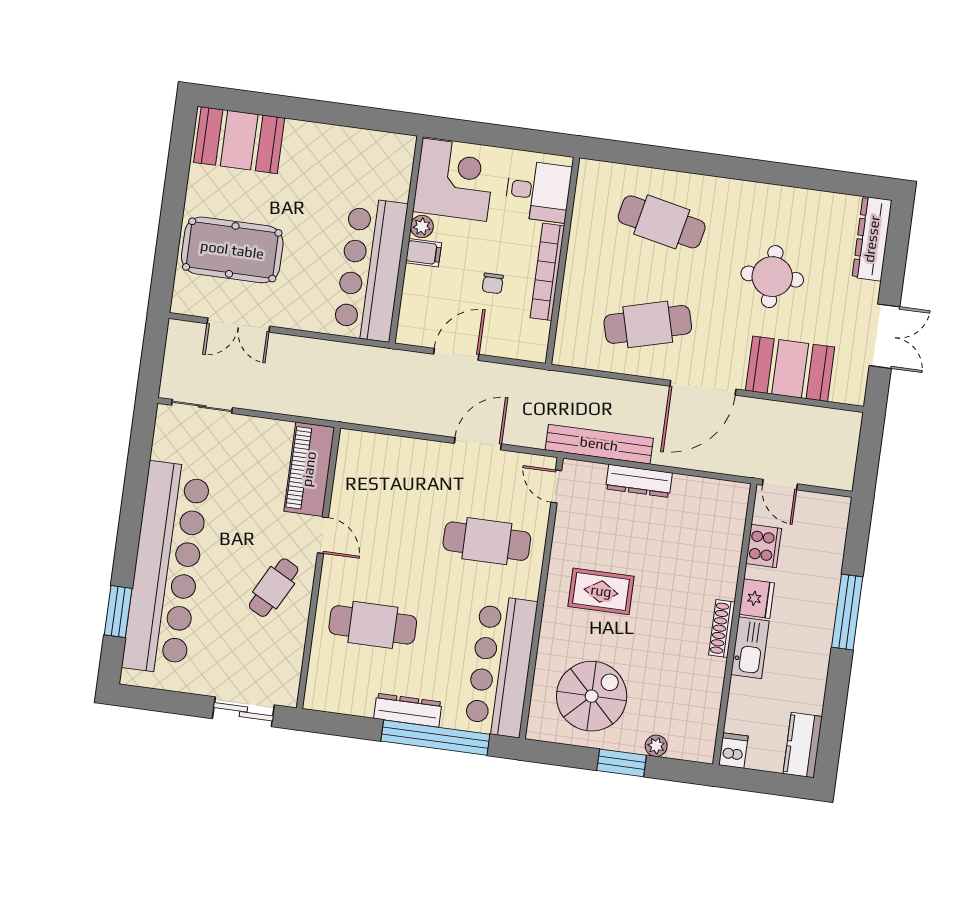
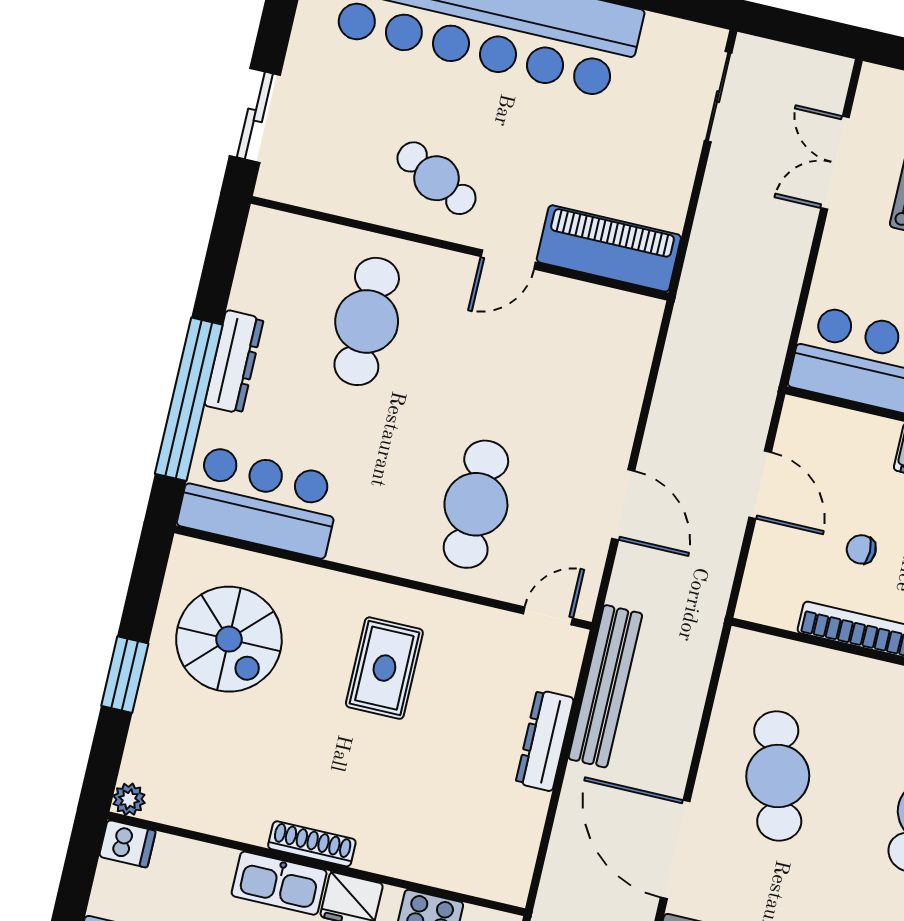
bar counter: (501, 666) -> (260, 501), width x0.73
plant: (656, 746) -> (129, 799), moved

